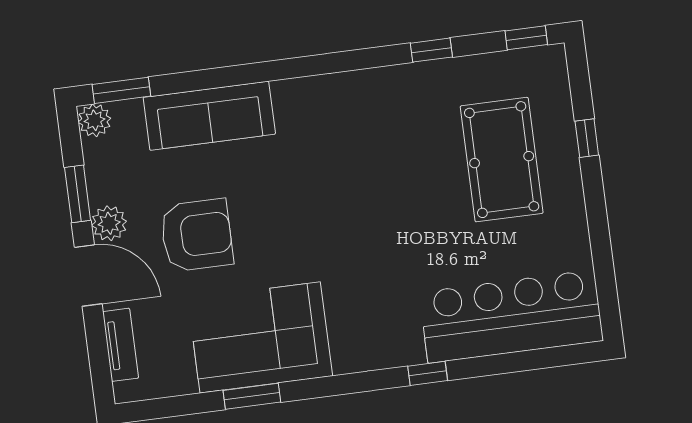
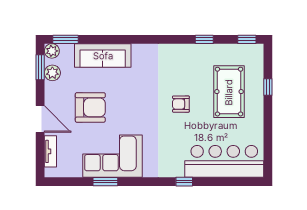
window: (78, 194) -> (40, 67), moved
armchair: (398, 201) -> (181, 104), added
plant: (109, 223) -> (52, 73), moved

